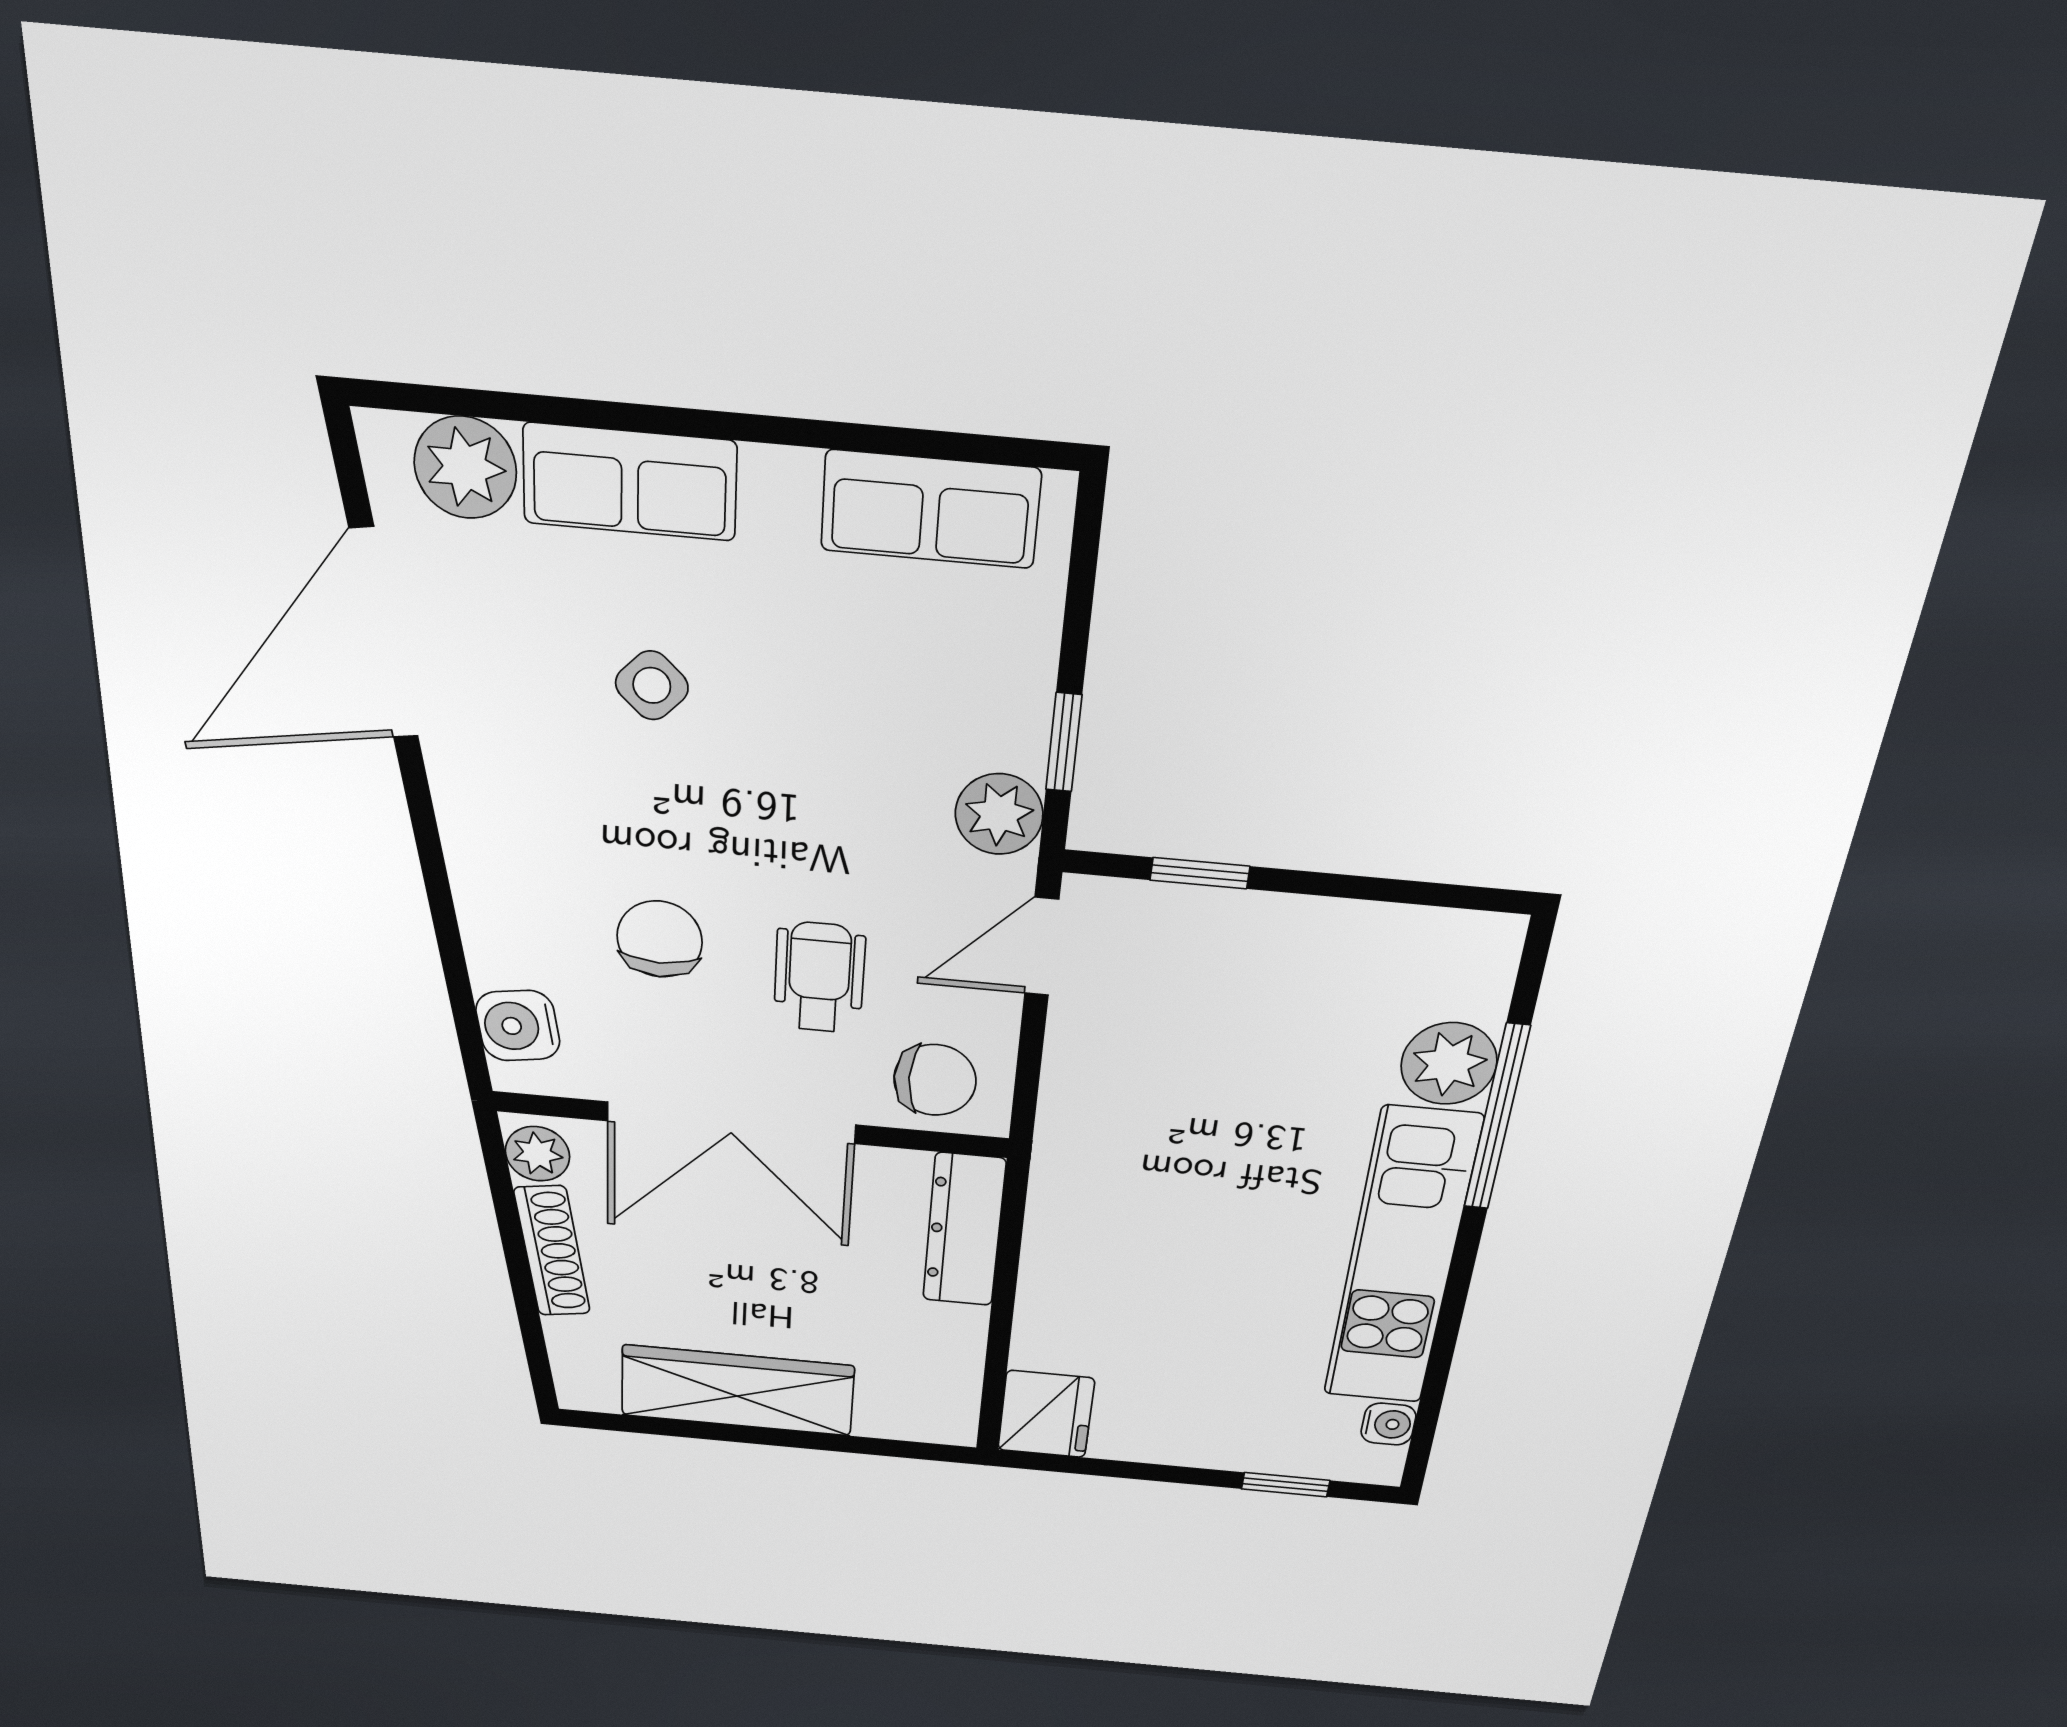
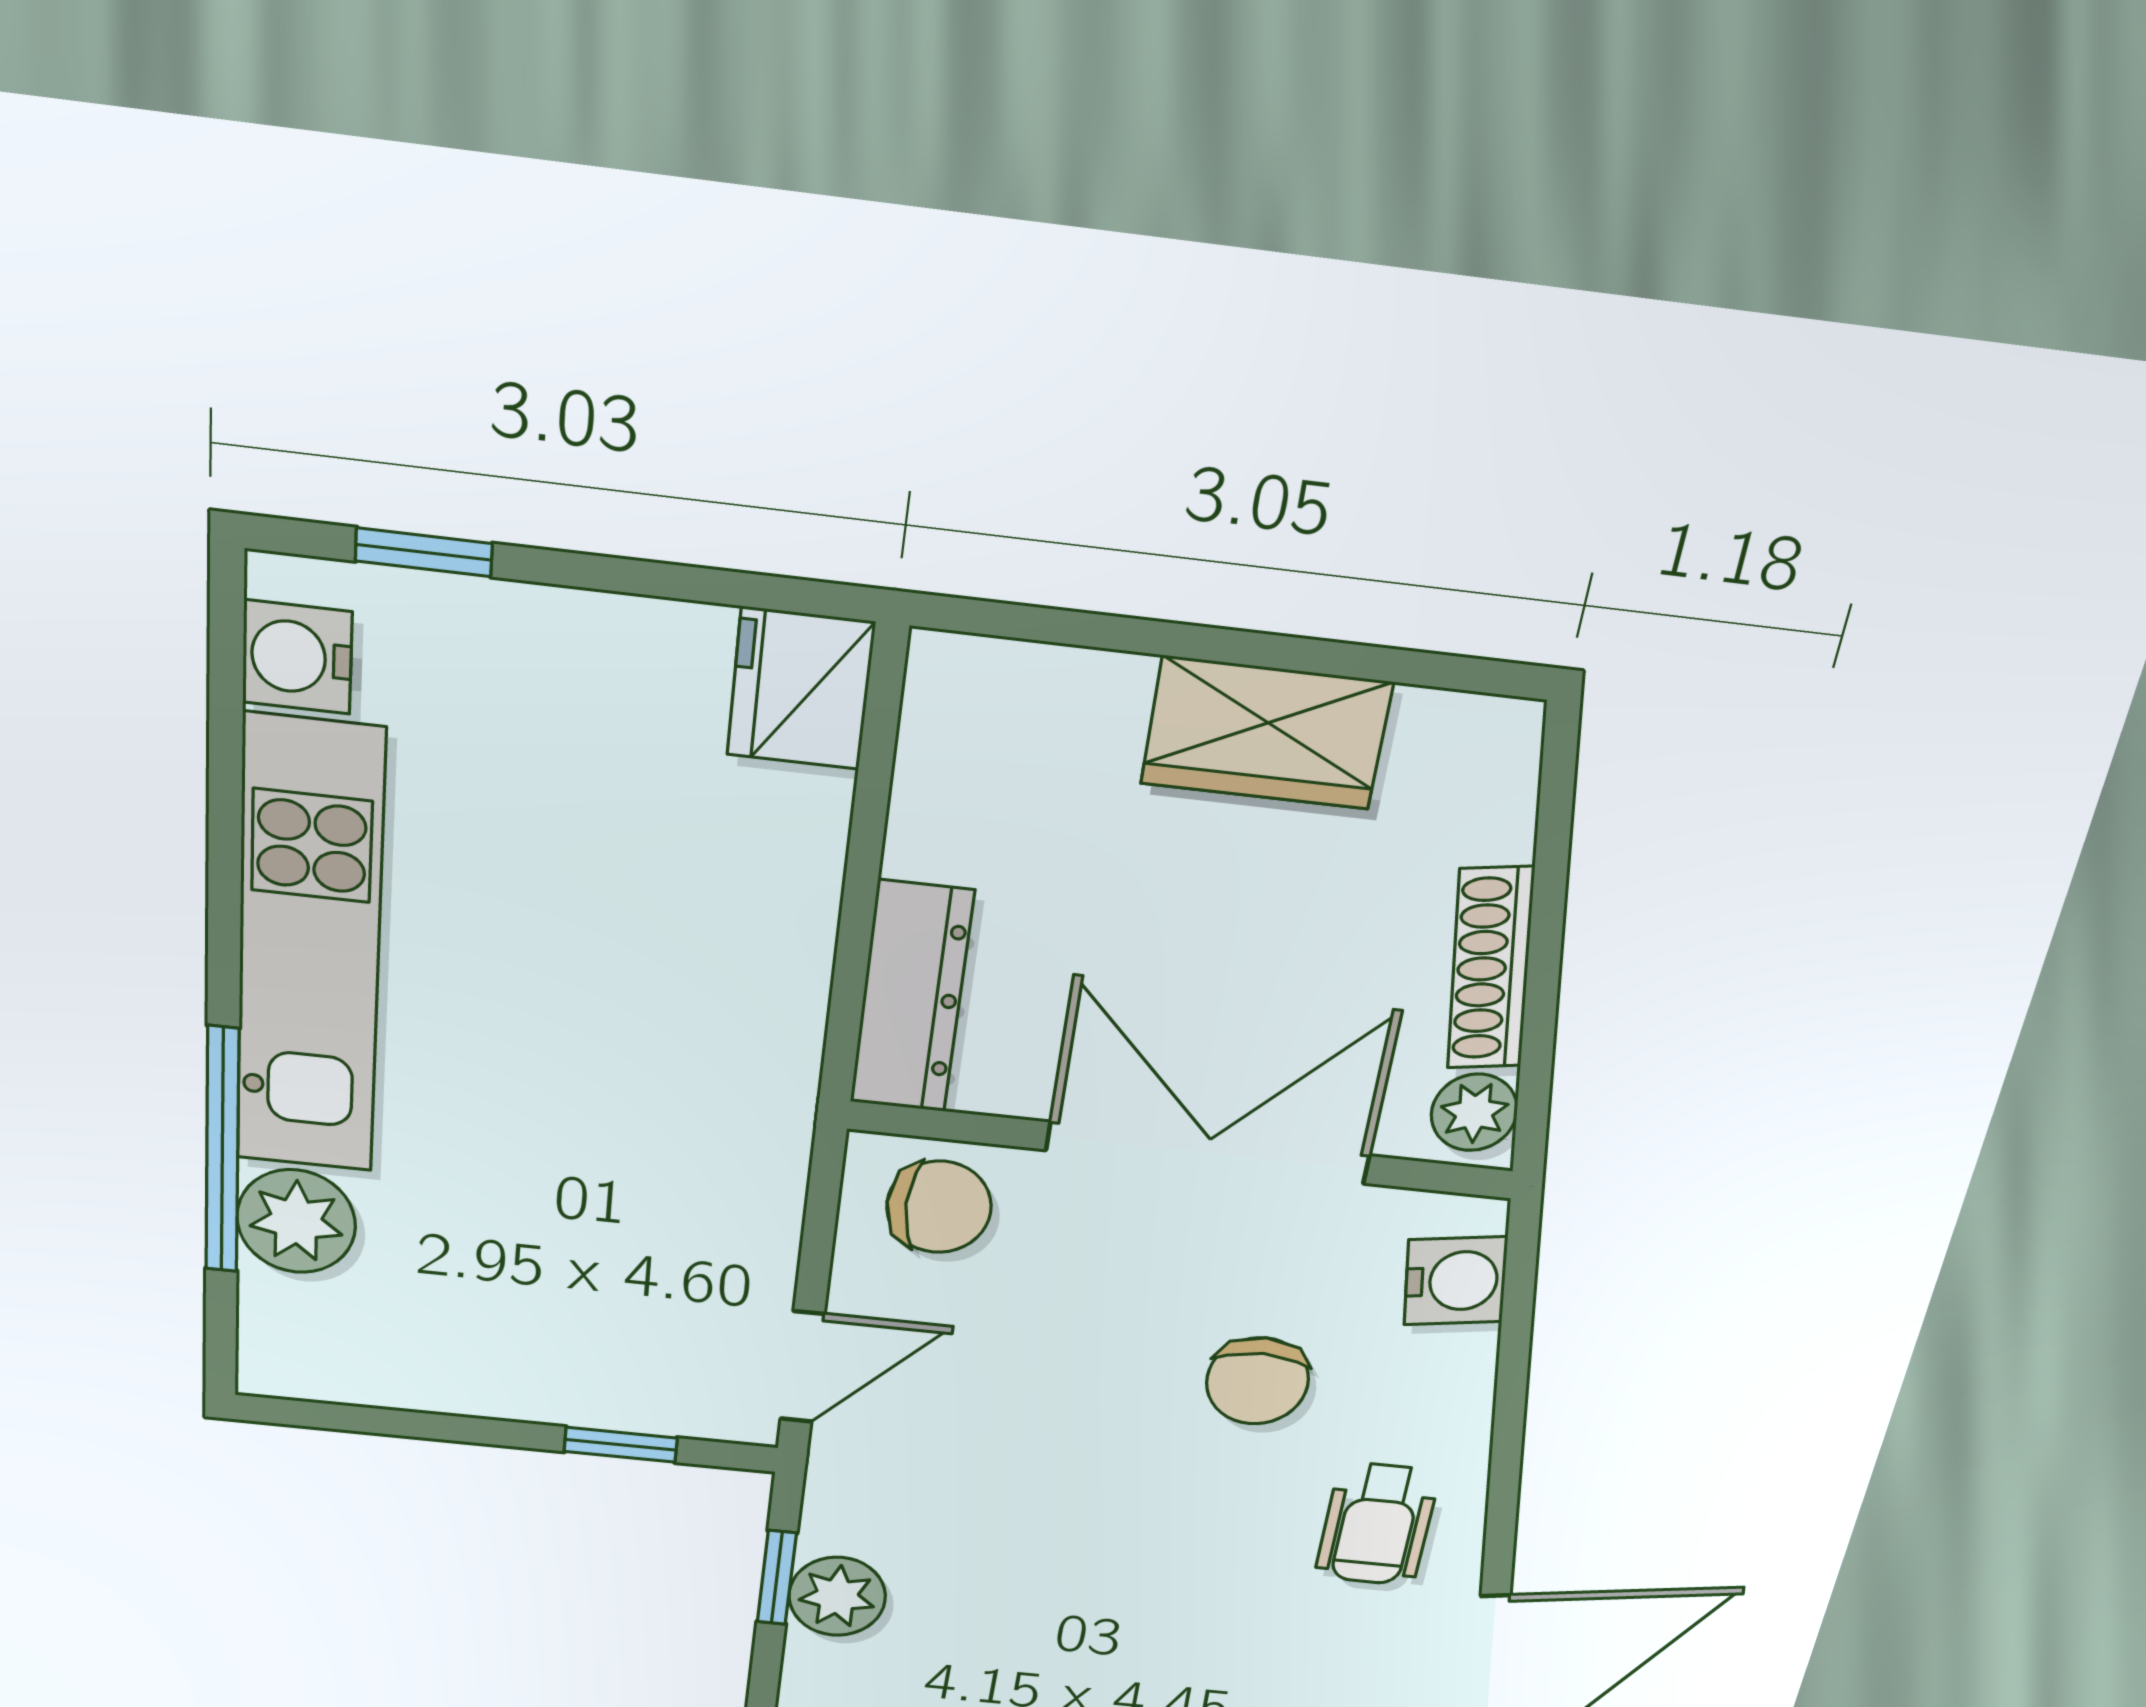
side table: (652, 685) -> (1215, 1637), removed
plant: (999, 814) -> (837, 1596), moved
wheelchair: (819, 977) -> (1377, 1524), moved
chair: (935, 1080) -> (939, 1207), turned 180
wardrobe: (737, 1390) -> (1266, 733), width x0.67
water cooler: (1388, 1424) -> (297, 657), width x1.38, depth x1.38

